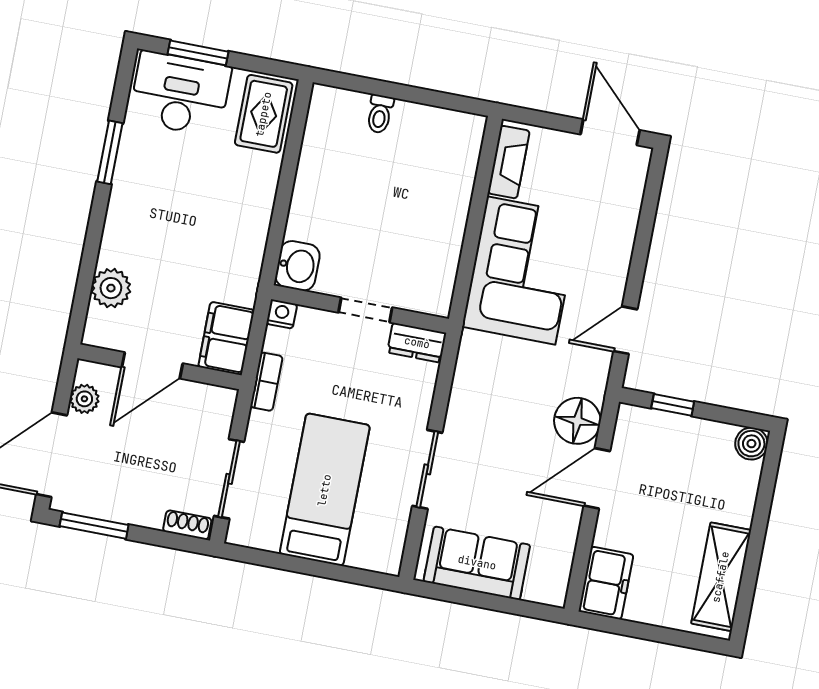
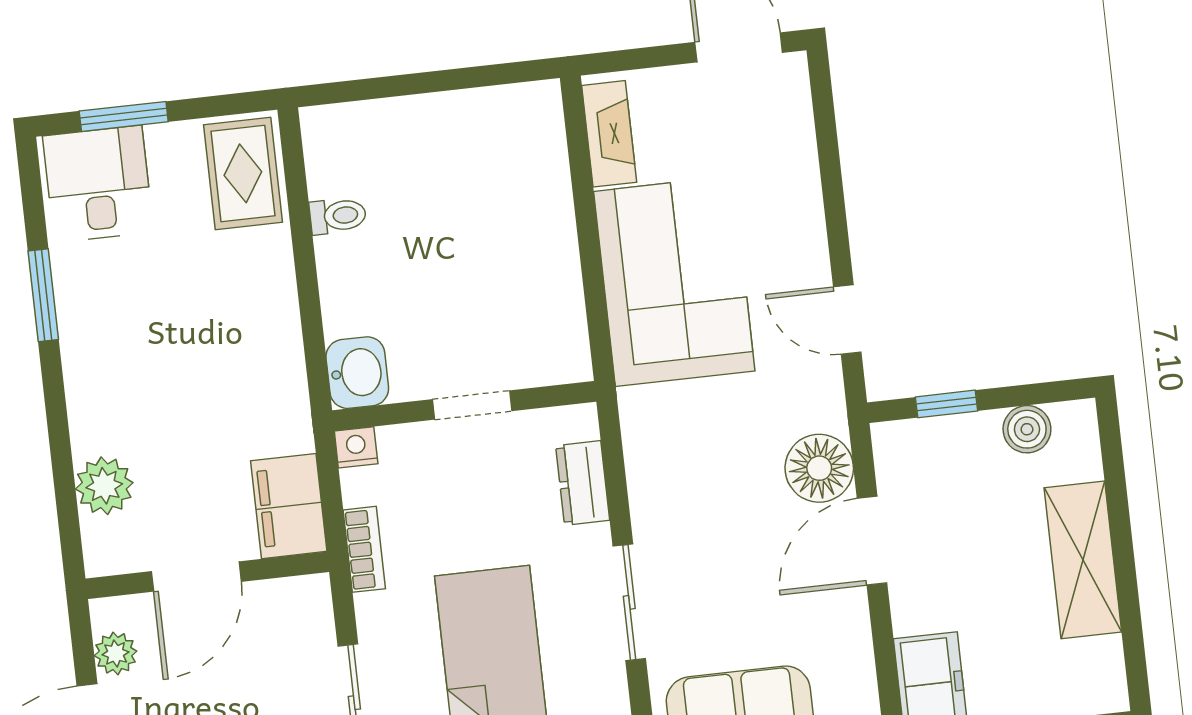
desk: (180, 94) -> (98, 184), width x0.73
toilet: (380, 114) -> (338, 216), moved, turned -90
door: (625, 330) -> (847, 319), hinge flipped
dresser: (417, 343) -> (583, 483), moved, turned 90
boiler: (751, 444) -> (1027, 429), moved
shelving: (721, 577) -> (1083, 560), moved

